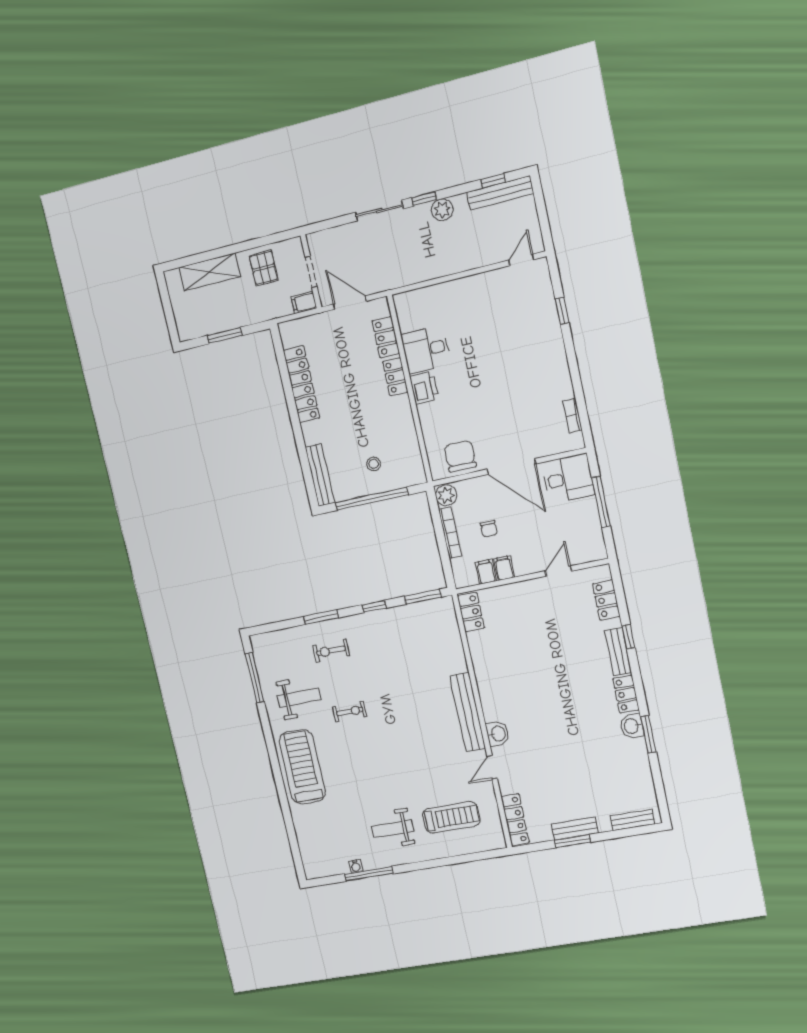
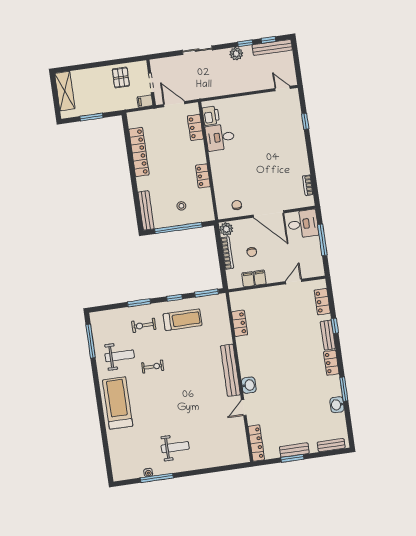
window: (424, 199) -> (245, 43), moved
door: (521, 260) -> (282, 88), hinge flipped
shelving: (209, 272) -> (65, 91), moved, turned 90
locker: (395, 377) -> (203, 176), moved
printer: (424, 388) -> (211, 116), moved
chair: (460, 456) -> (237, 205), width x0.54, depth x0.54
locker: (471, 612) -> (240, 323), moved
washbasin: (632, 726) -> (337, 405), moved
treadmill: (451, 817) -> (182, 320), moved
weight bench: (393, 829) -> (175, 447), turned 180

